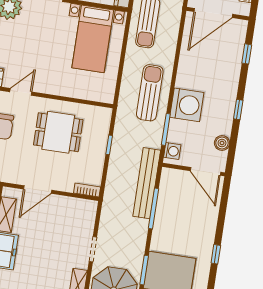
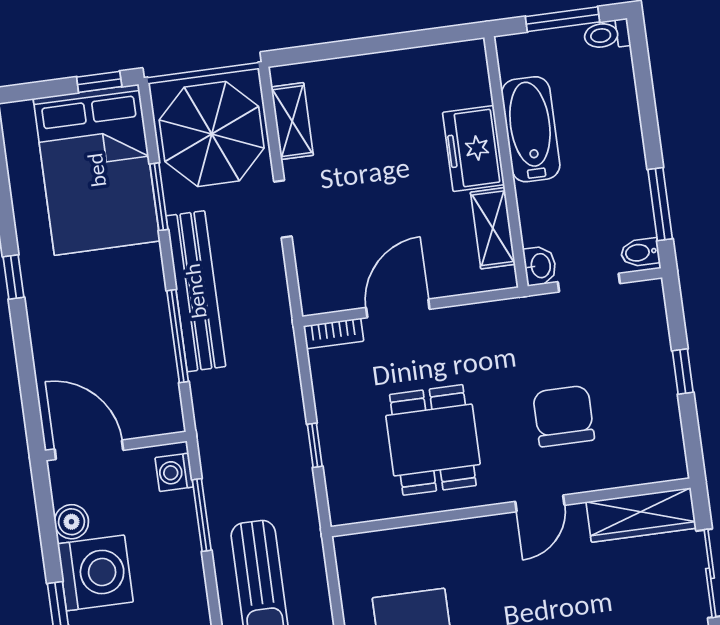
washing machine: (187, 105) -> (95, 573), moved, turned 180
dining table: (58, 132) -> (433, 440), turned 90
bench: (147, 183) -> (196, 291), moved
door: (38, 190) -> (398, 308), moved

